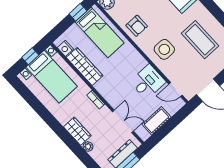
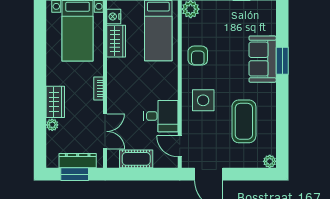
wardrobe: (85, 66) -> (116, 41), width x0.67

